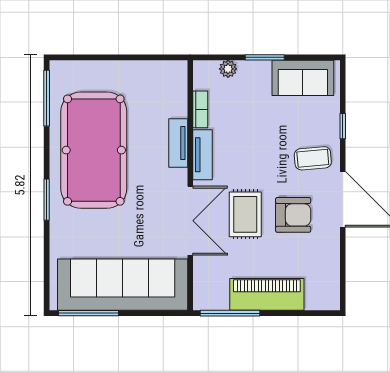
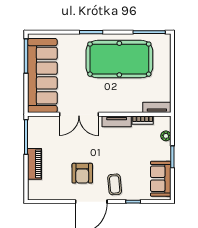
tv unit: (178, 143) -> (157, 107), moved
rug: (245, 214) -> (83, 146), removed
piano: (267, 294) -> (34, 164), width x0.73, depth x0.75

